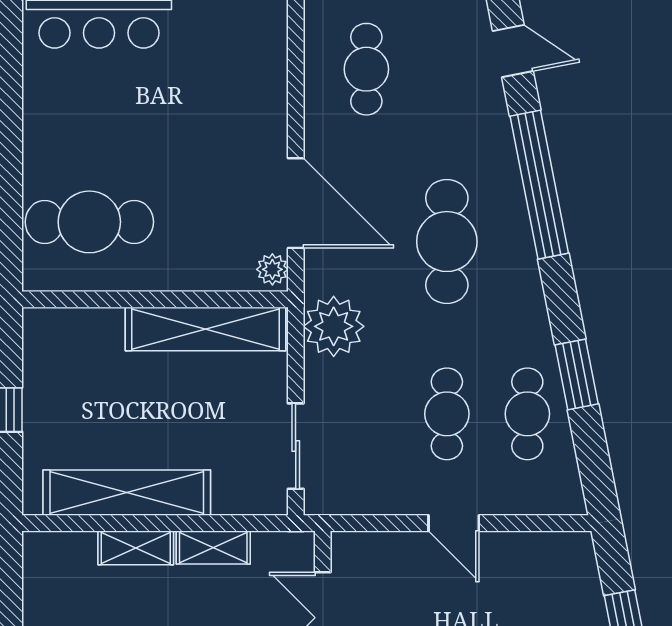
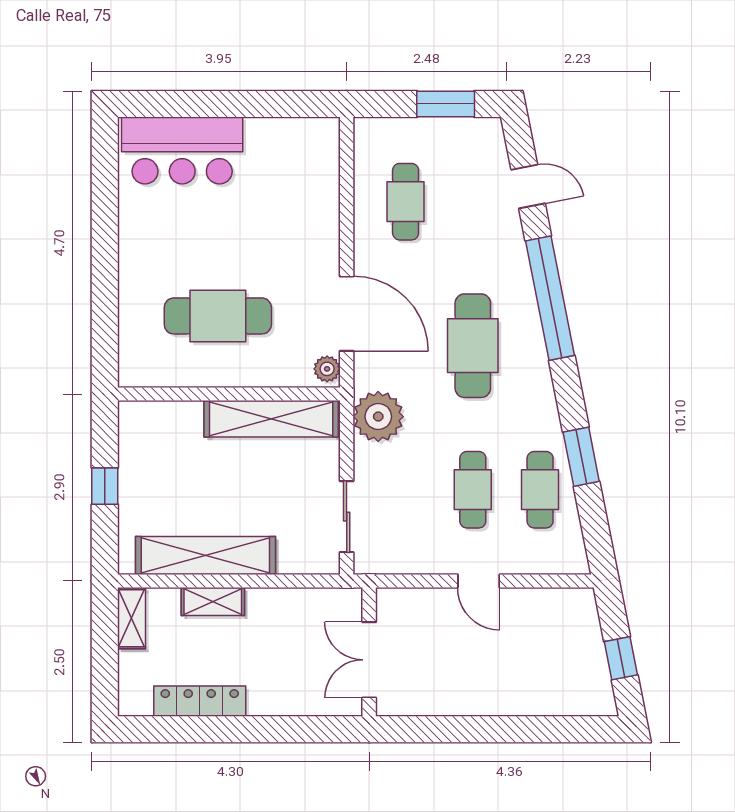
cafe table: (89, 222) -> (218, 316), moved
shelving: (213, 547) -> (132, 618), moved, turned 90

